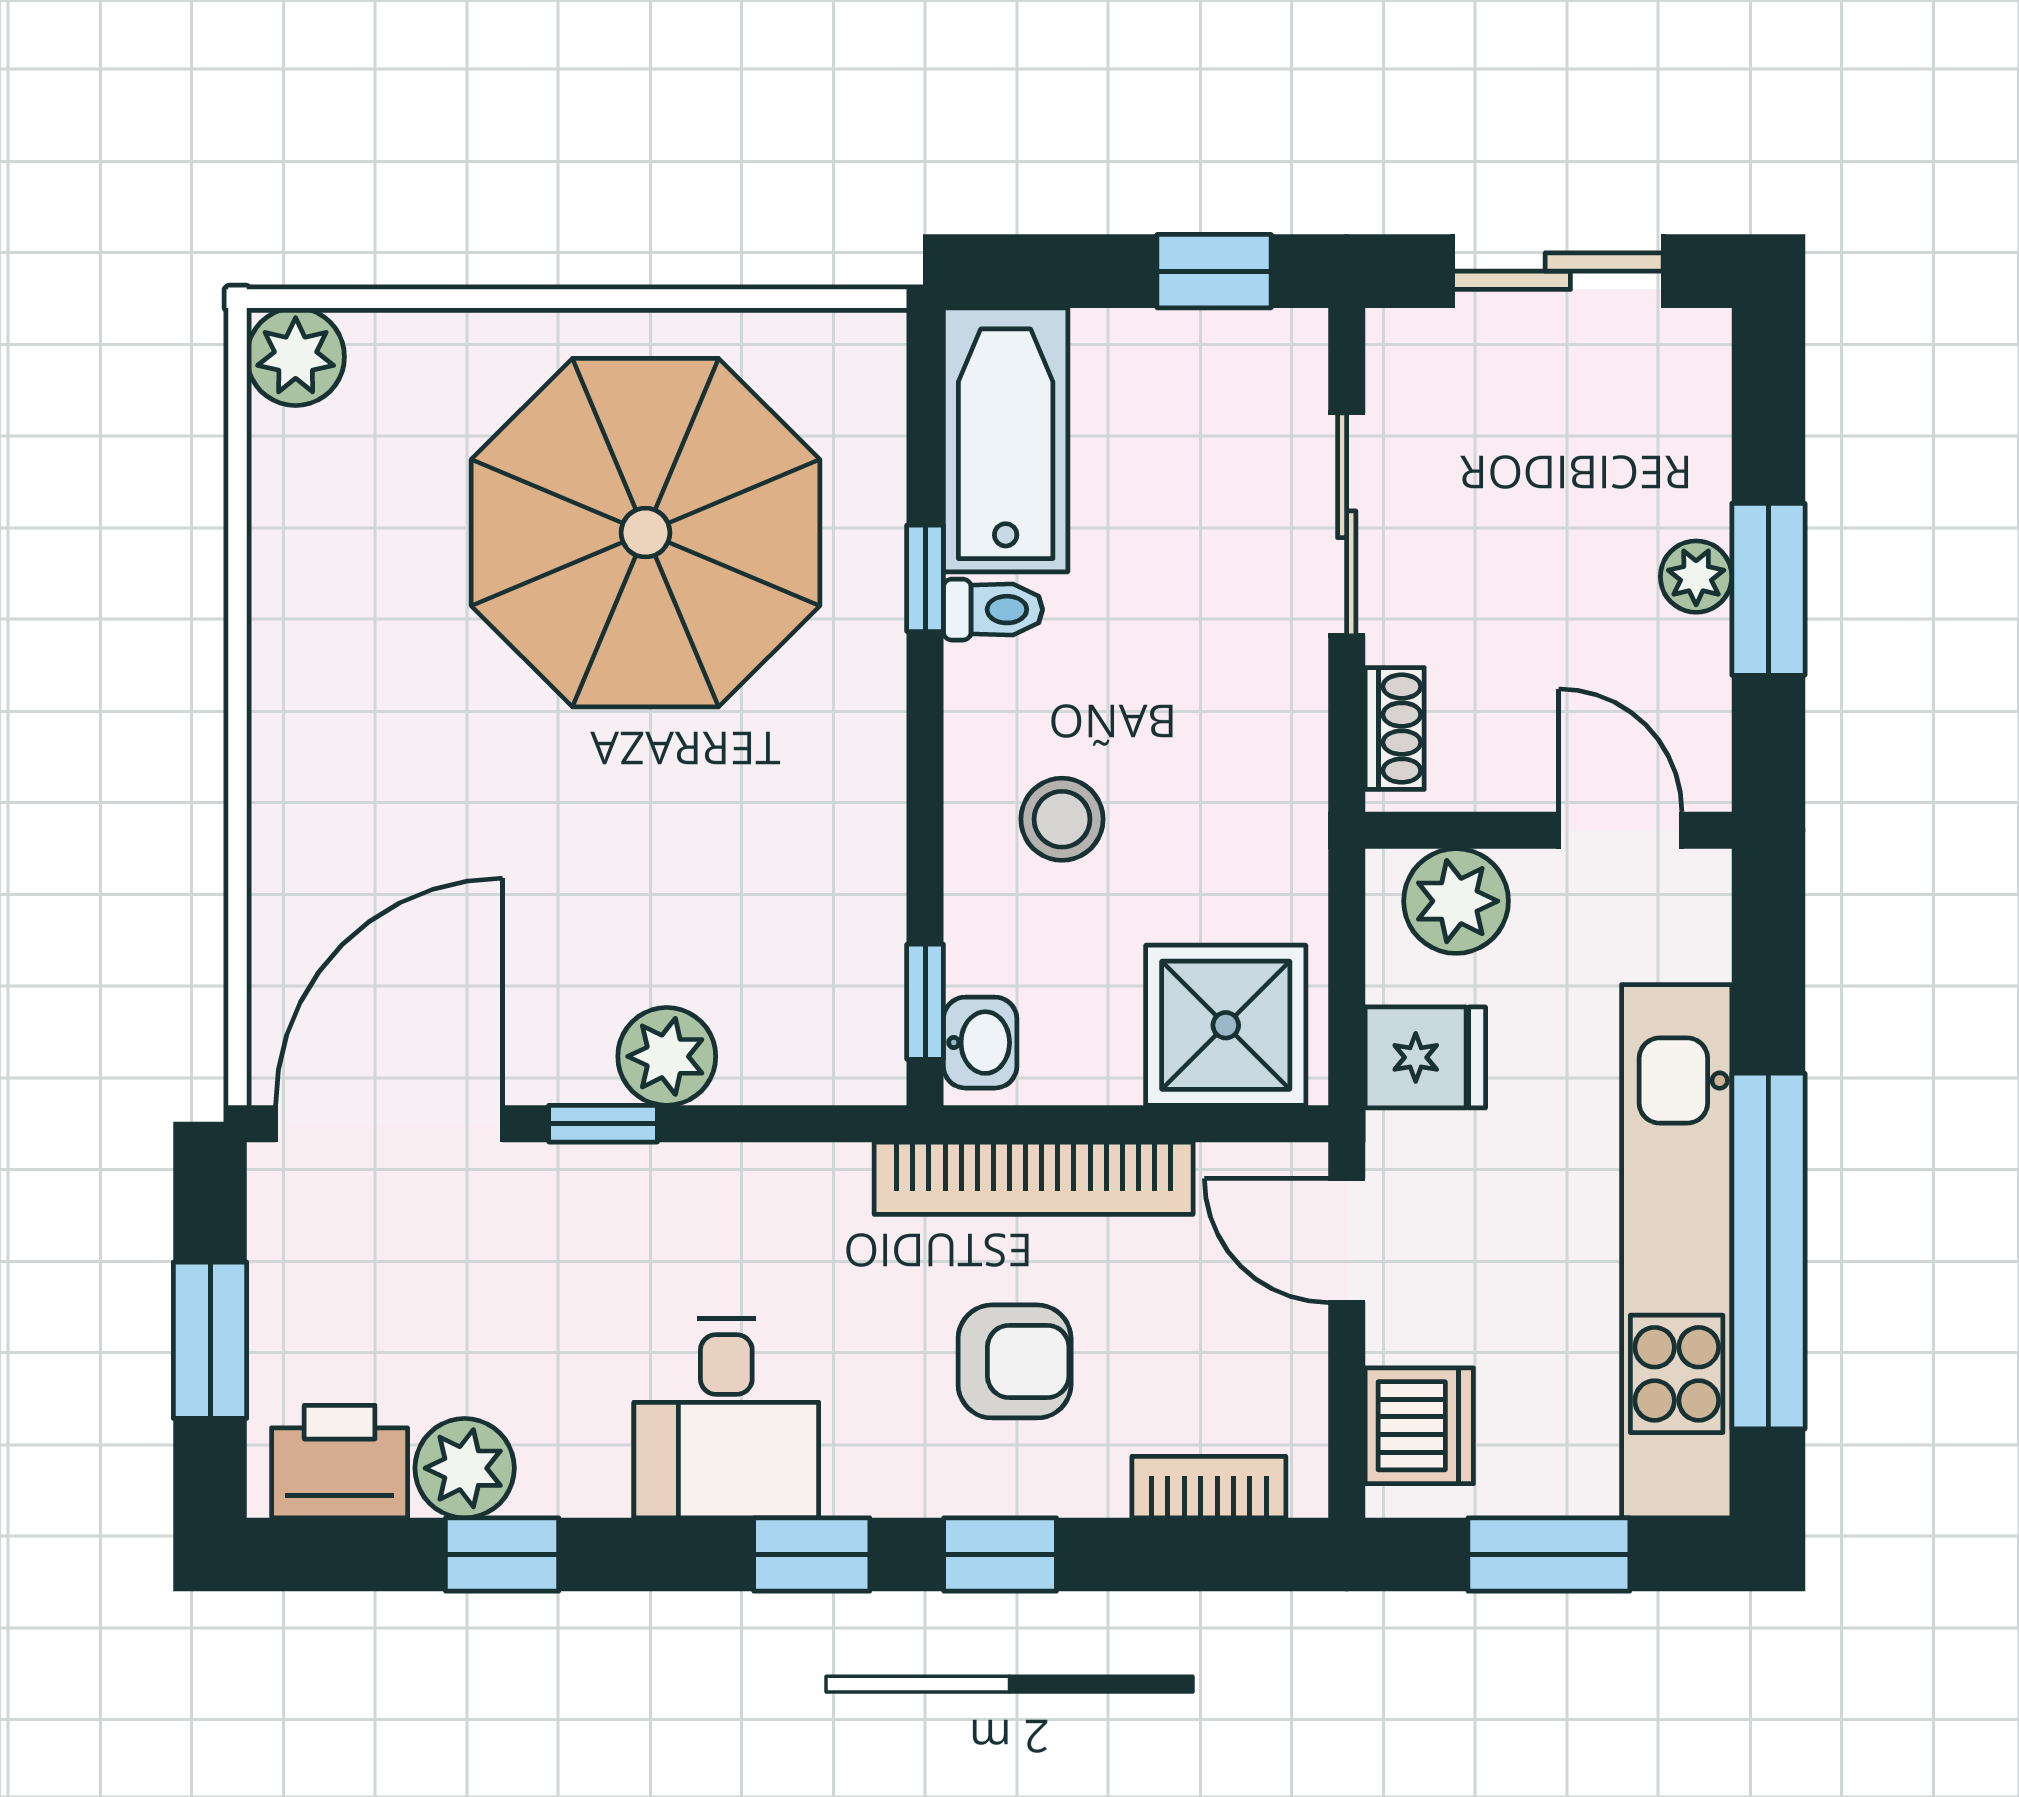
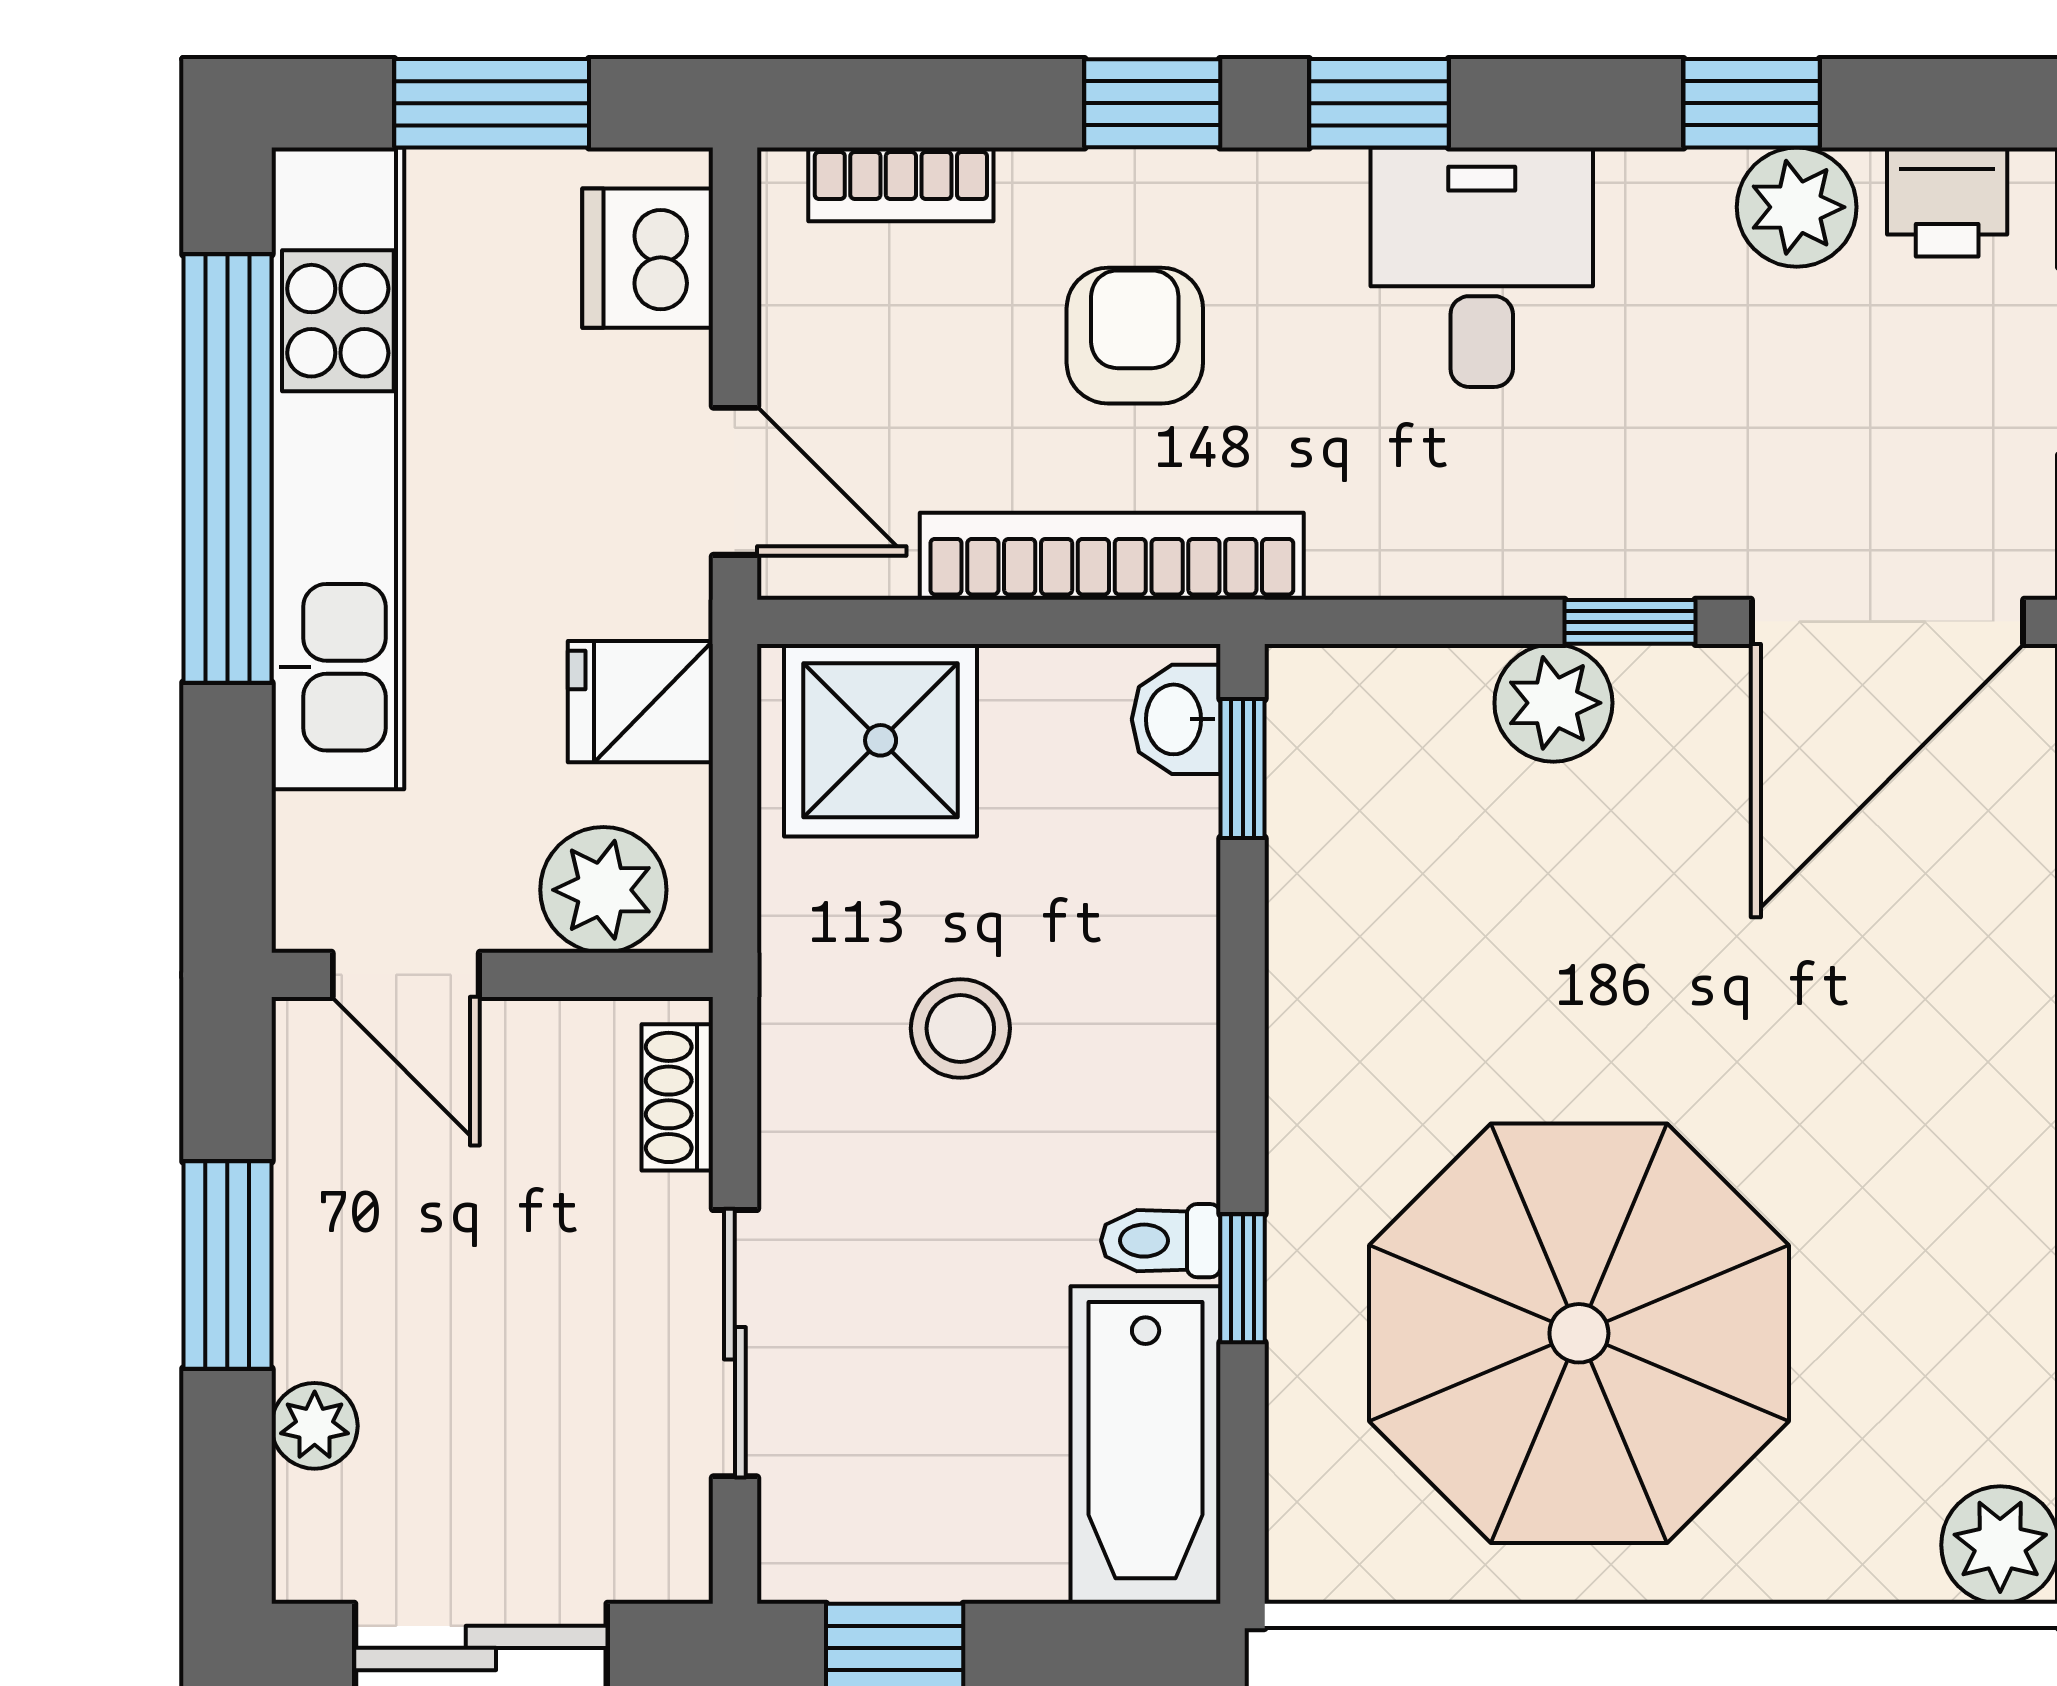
plant: (1696, 577) -> (315, 1426), moved
stool: (1062, 819) -> (960, 1028), moved
armchair: (1015, 1361) -> (1135, 336), turned 90
printer: (340, 1462) -> (1947, 202), width x0.73, depth x0.81

